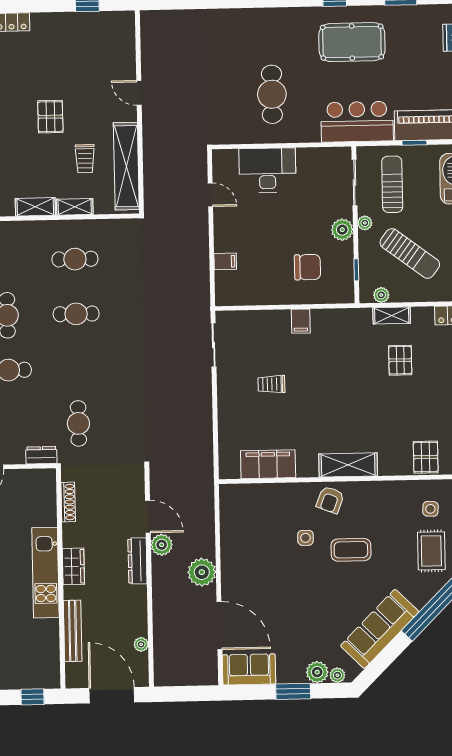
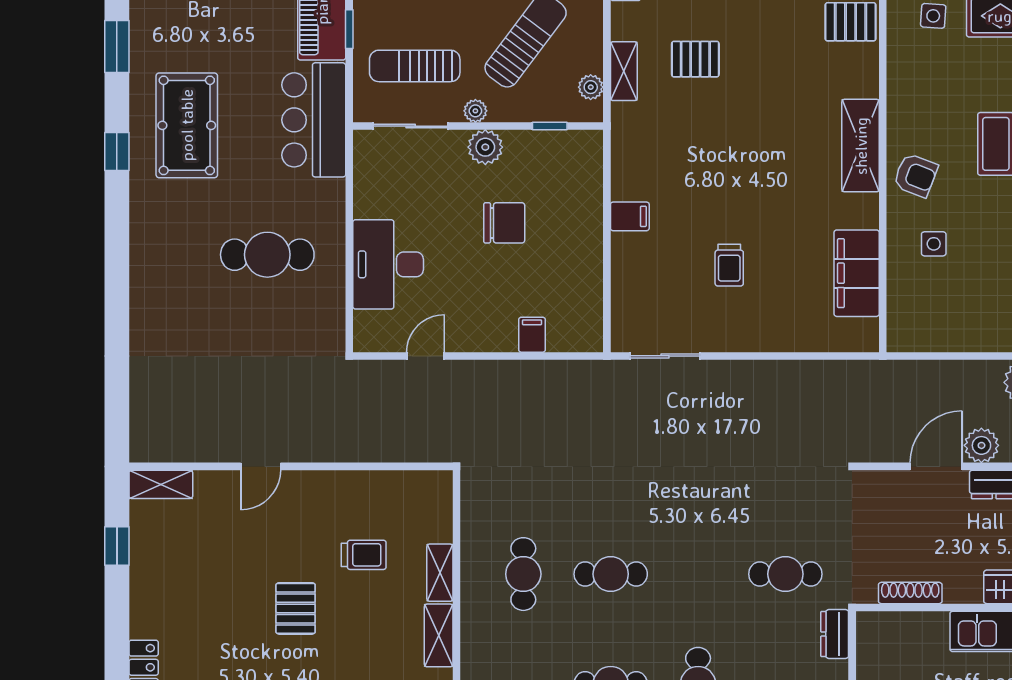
pallet: (50, 117) -> (296, 608), turned 90
shelving: (126, 166) -> (161, 484), moved, width x0.45, depth x0.75
chair: (307, 267) -> (504, 223), moved, turned 90
cafe table: (76, 314) -> (611, 574), turned 90
side table: (305, 538) -> (934, 244), moved

